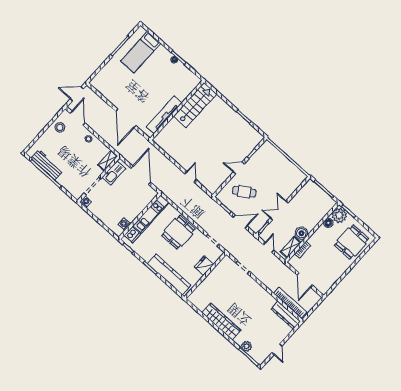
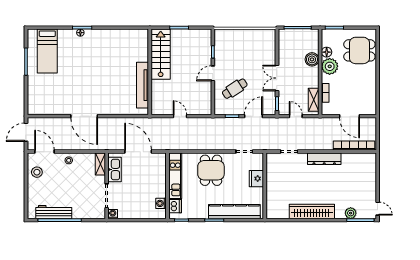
stairs: (195, 105) -> (161, 54), moved
wall: (177, 110) -> (150, 72), moved
tv unit: (164, 115) -> (143, 85), moved
plant: (339, 215) -> (330, 66), moved
boiler: (301, 233) -> (312, 59), moved
dining table: (352, 242) -> (359, 50), turned 90
dresser: (286, 315) -> (324, 159), moved
door: (277, 349) -> (378, 209), moved

